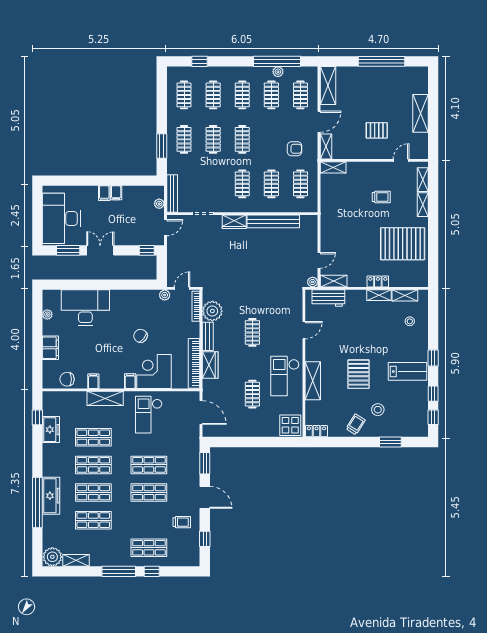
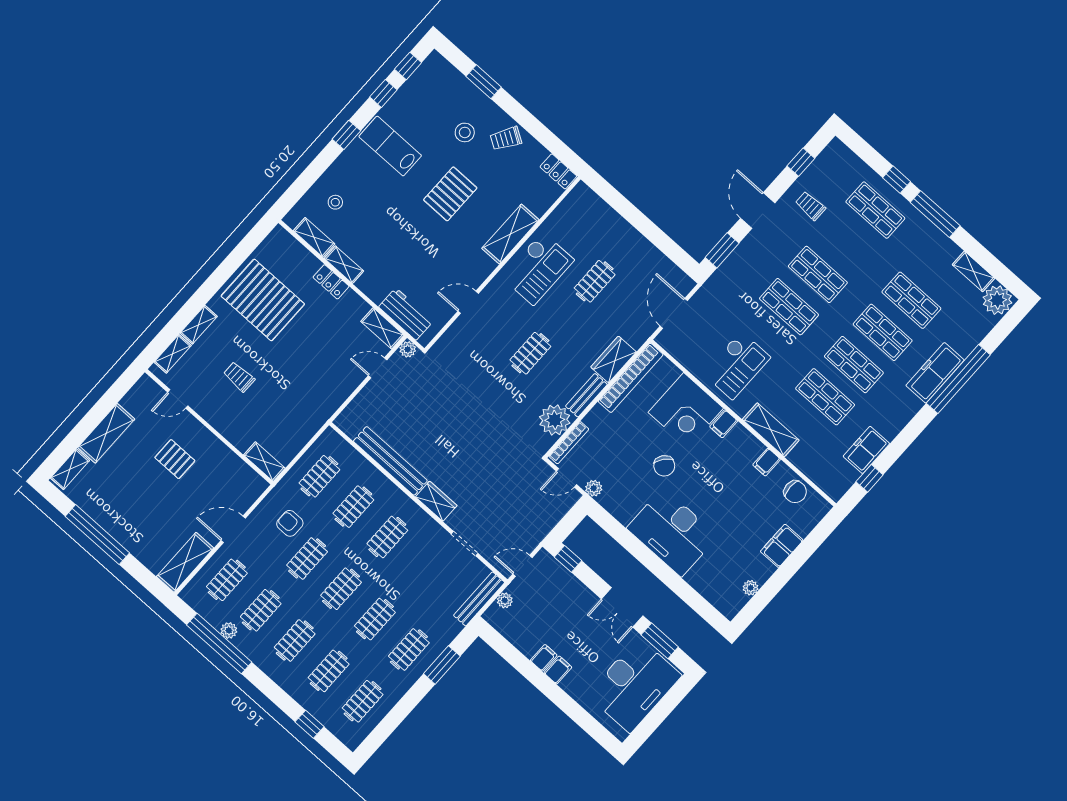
clothes rail: (271, 139) -> (307, 558), added
shelving: (326, 146) -> (70, 469), moved
desk: (85, 308) -> (672, 532), moved
display table: (290, 425) -> (583, 206), removed

